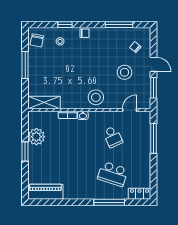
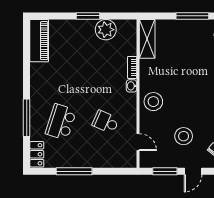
school desk: (113, 137) -> (106, 122), turned 48
window: (154, 138) -> (74, 171), moved

